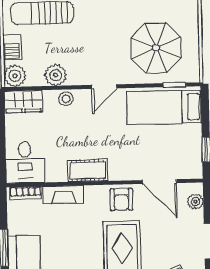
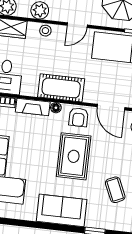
cot: (88, 170) -> (61, 88), width x1.37, depth x1.34
floor lamp: (92, 192) -> (56, 108), added

